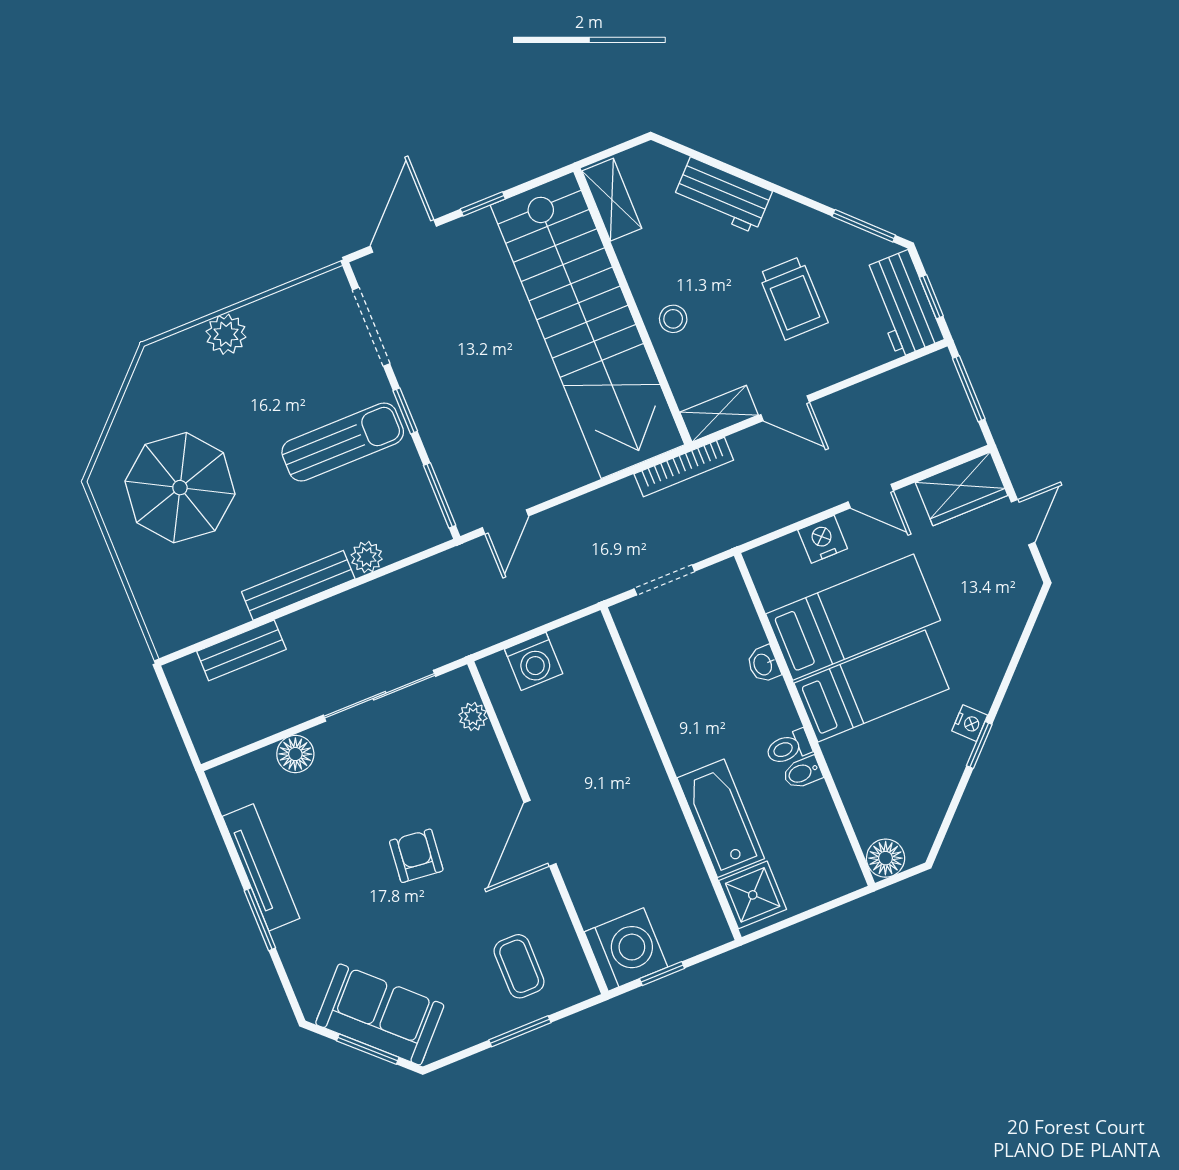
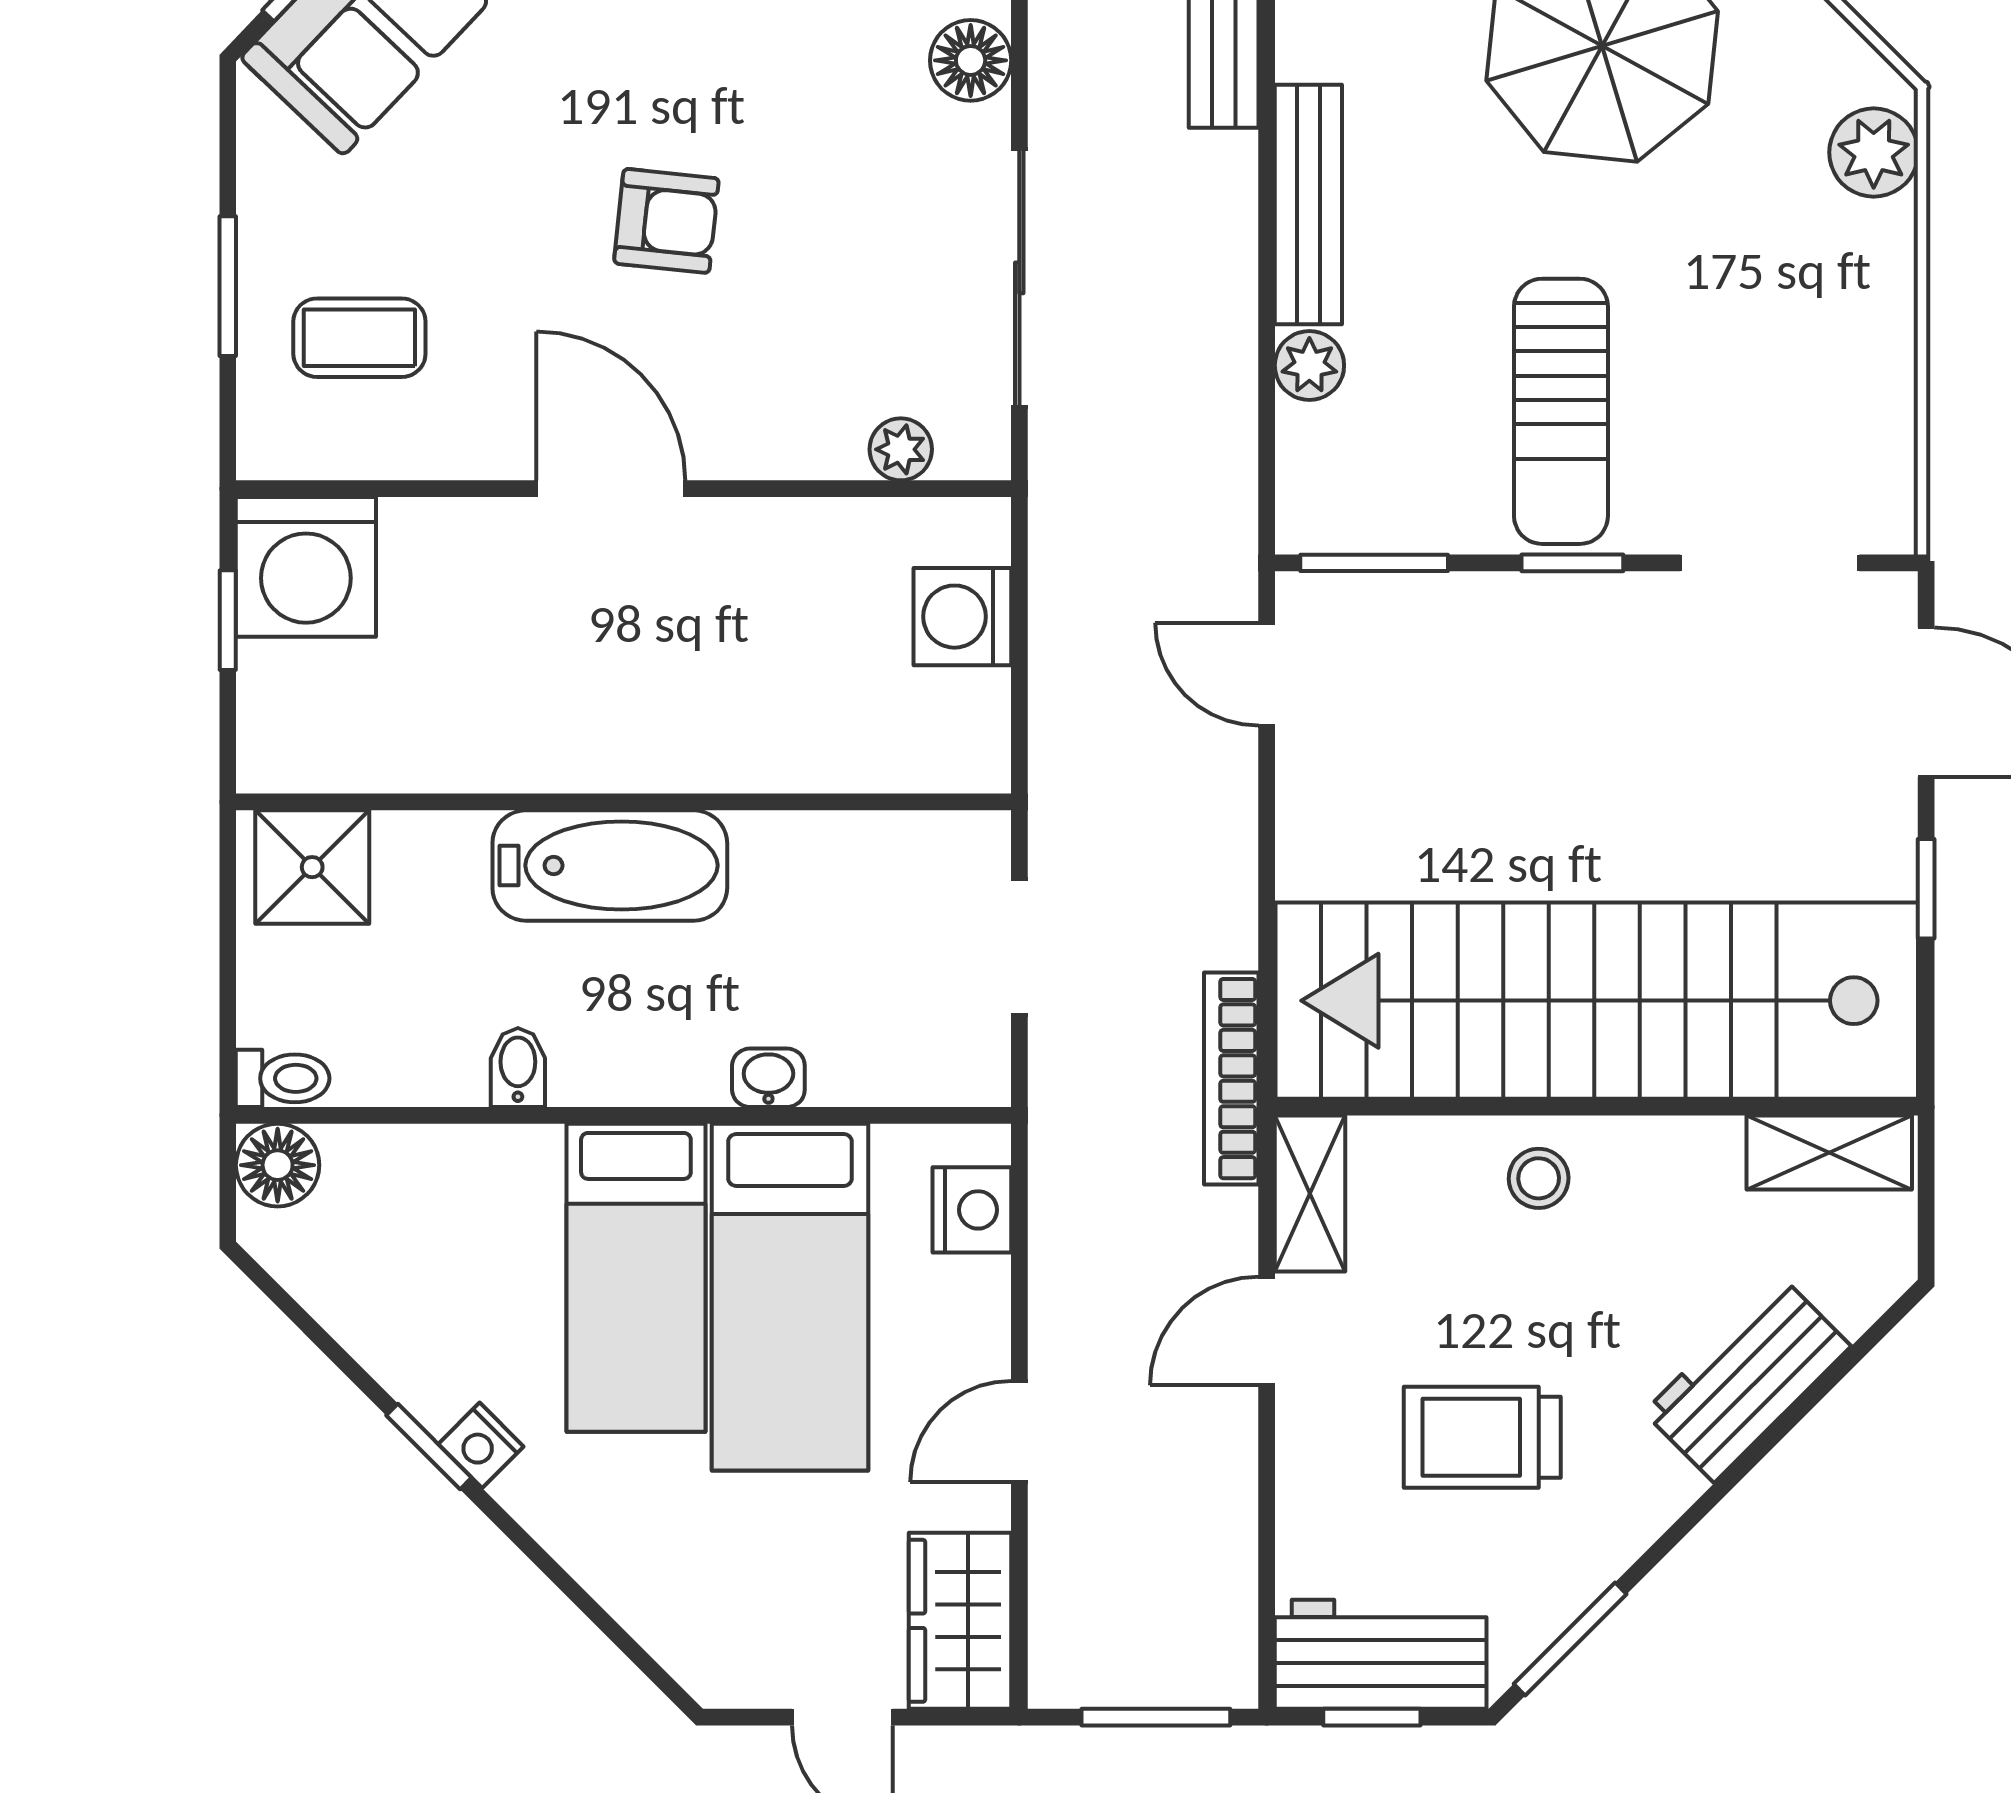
plant: (226, 334) -> (1874, 152), moved
nightstand: (823, 539) -> (972, 1210), moved
toilet: (789, 747) -> (283, 1078), moved, turned 90
bathtub: (721, 818) -> (610, 865), moved

